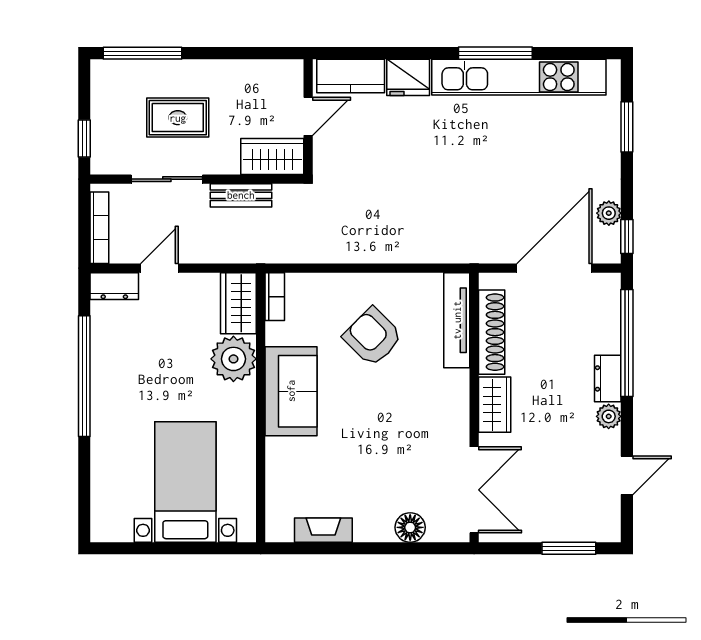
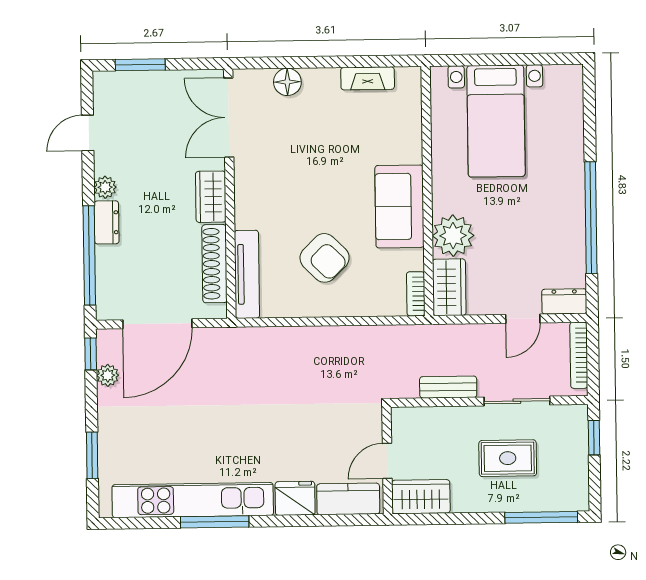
wardrobe: (272, 156) -> (421, 497), moved, turned 180

